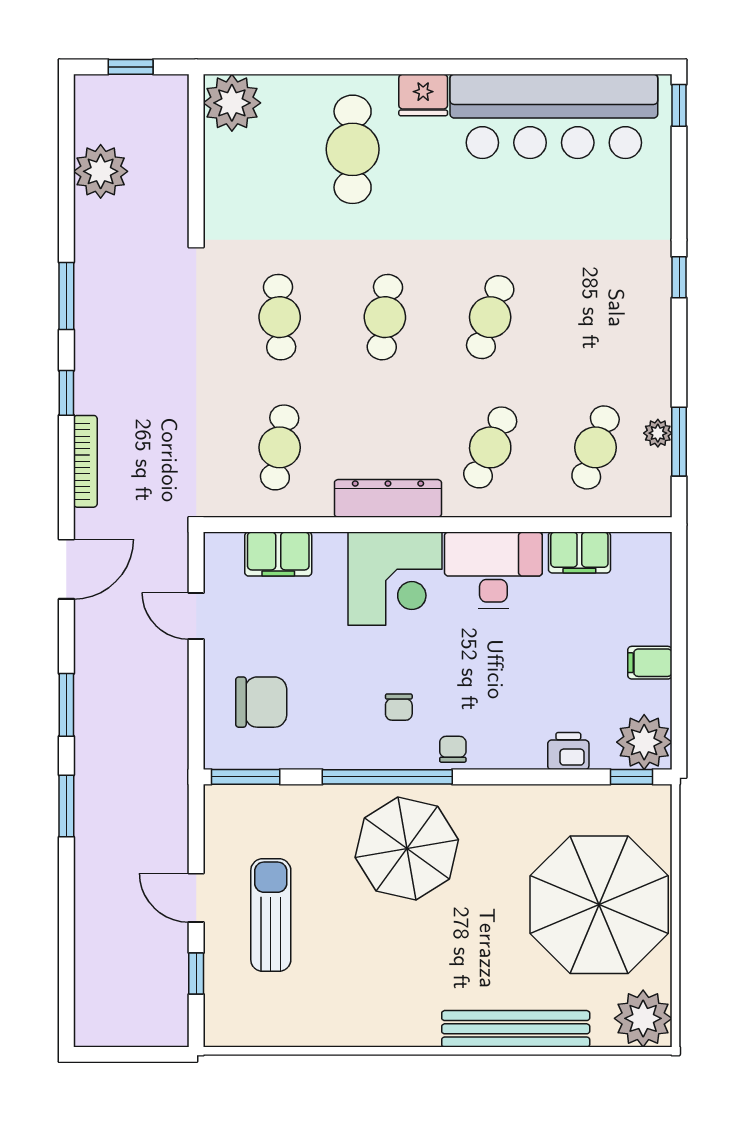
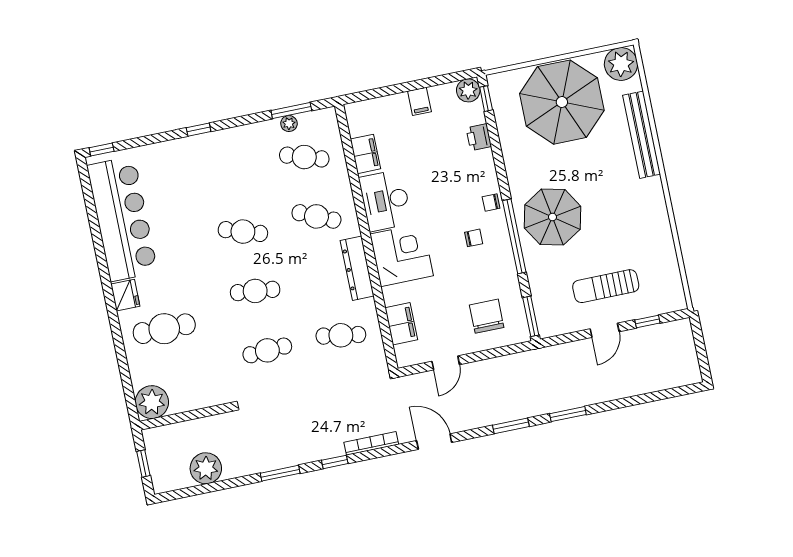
plant: (644, 742) -> (468, 90), width x0.73, depth x0.73

